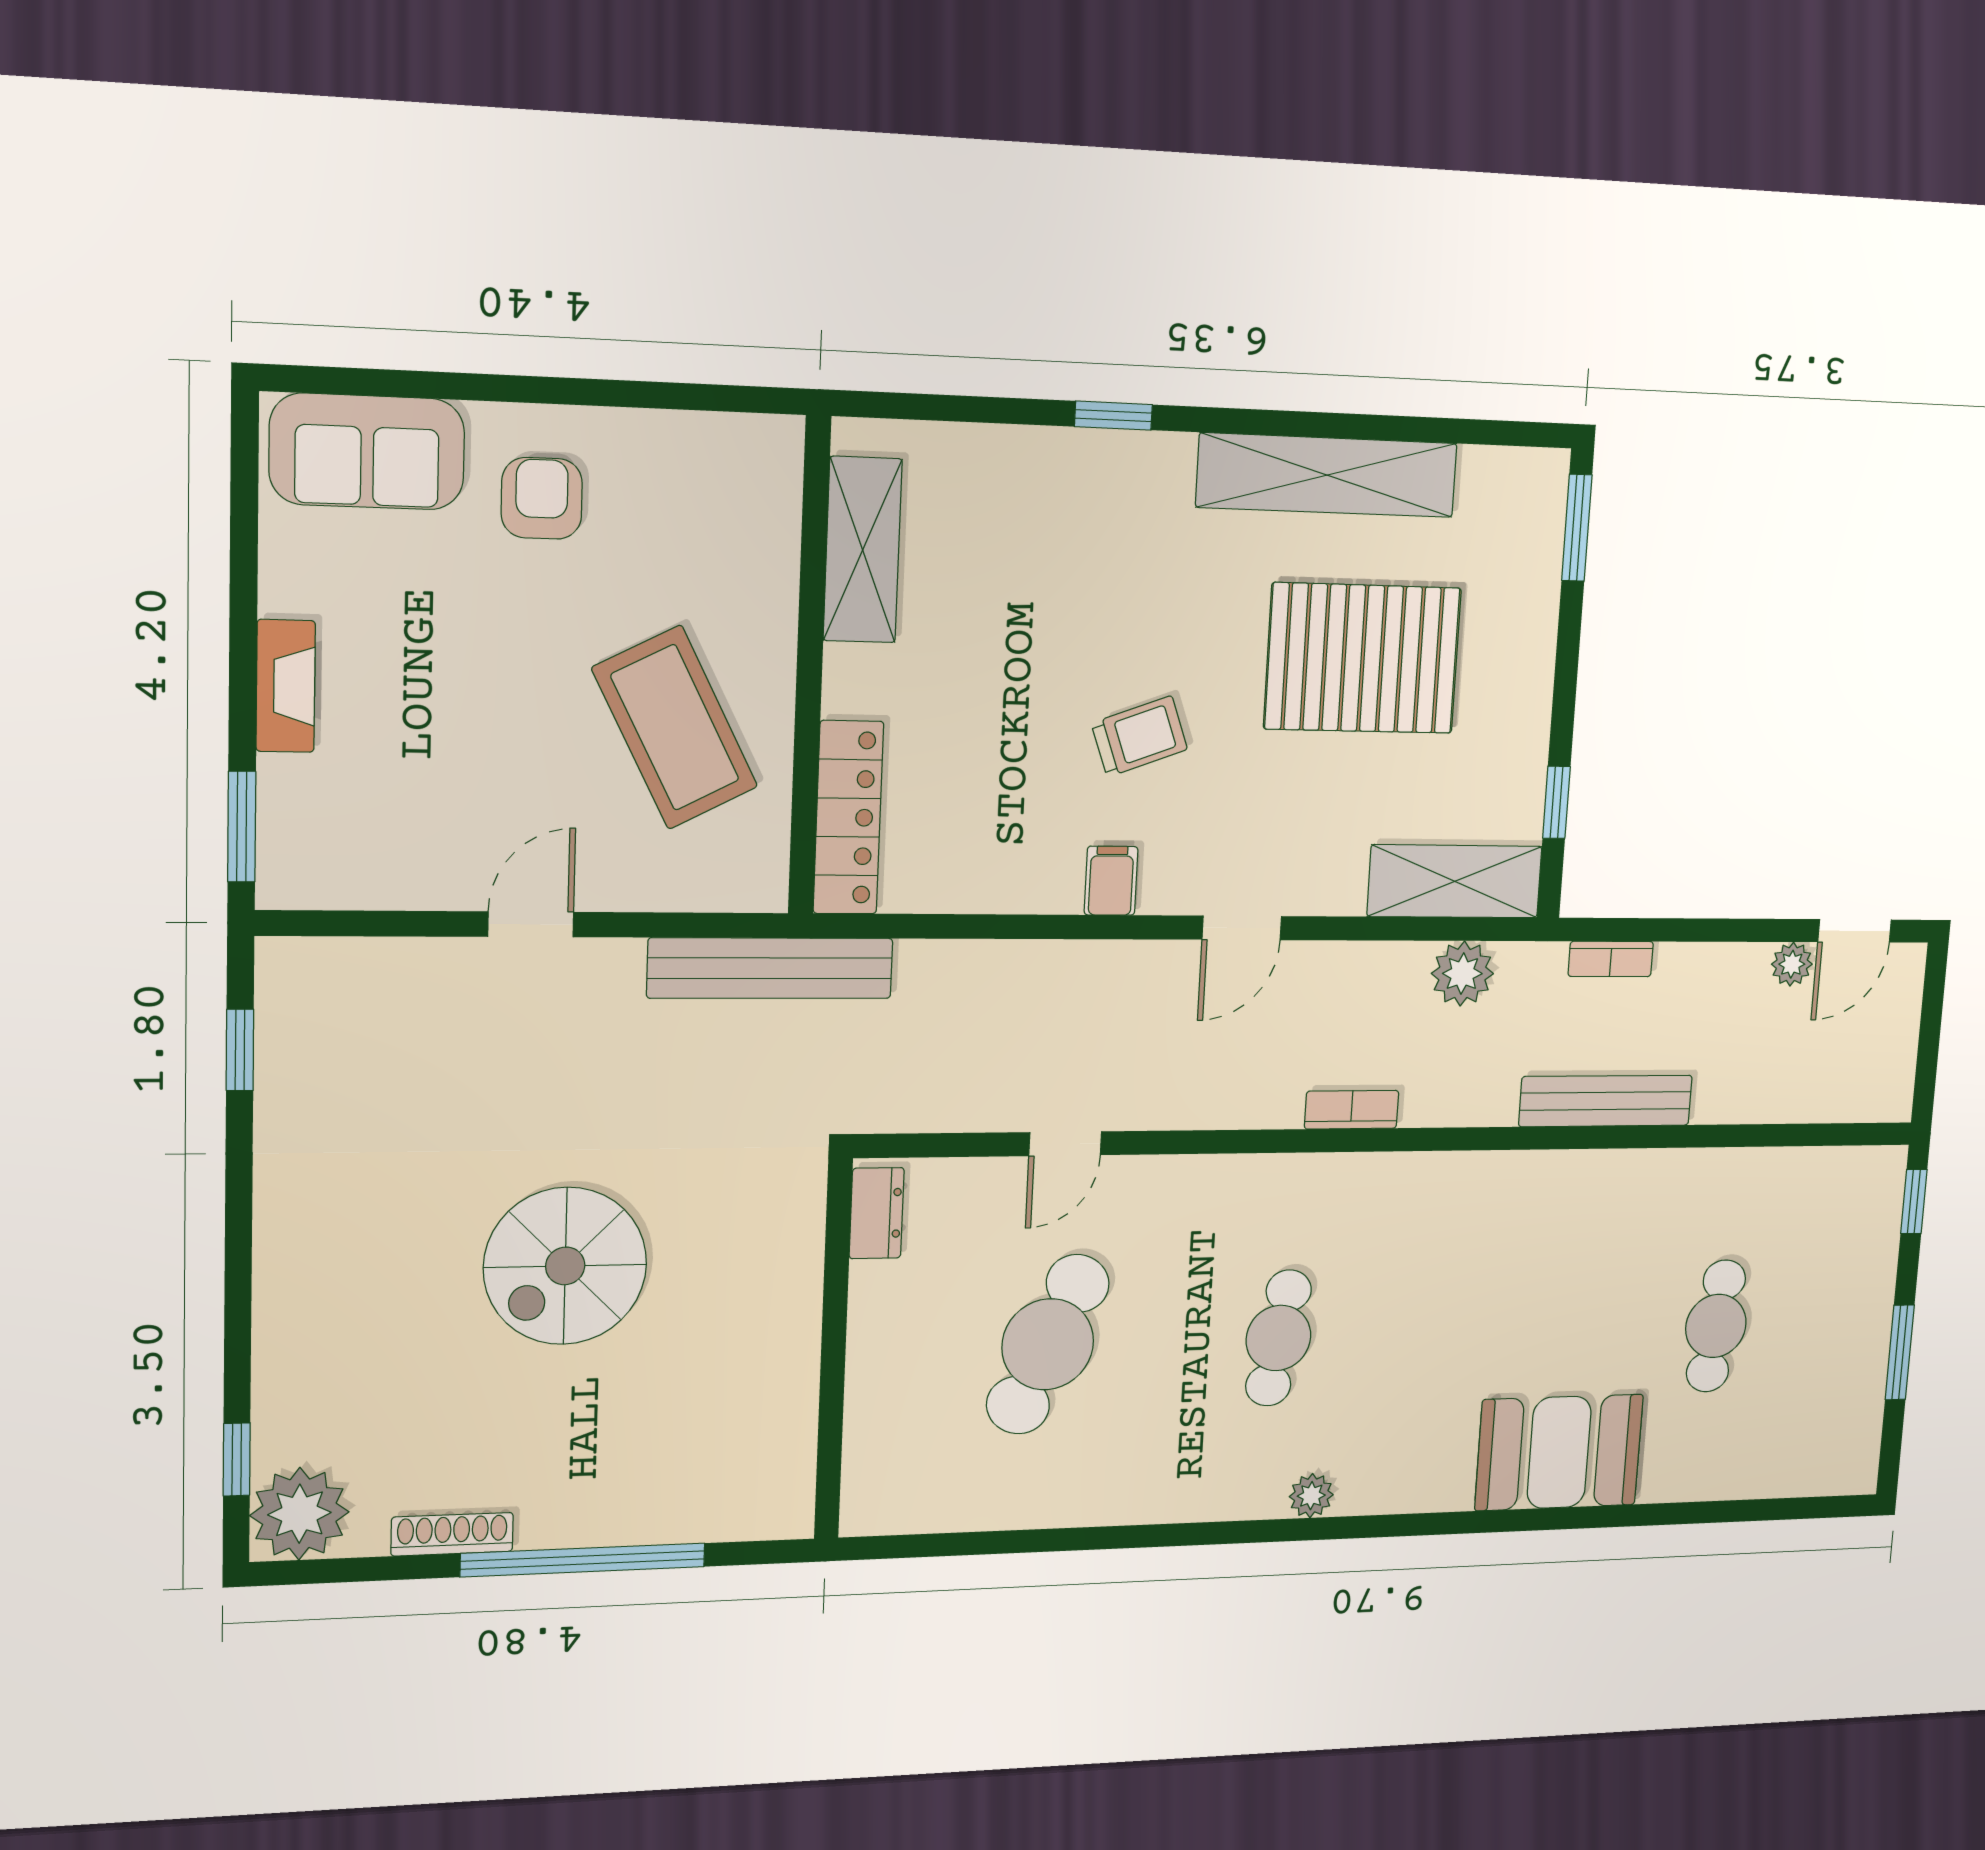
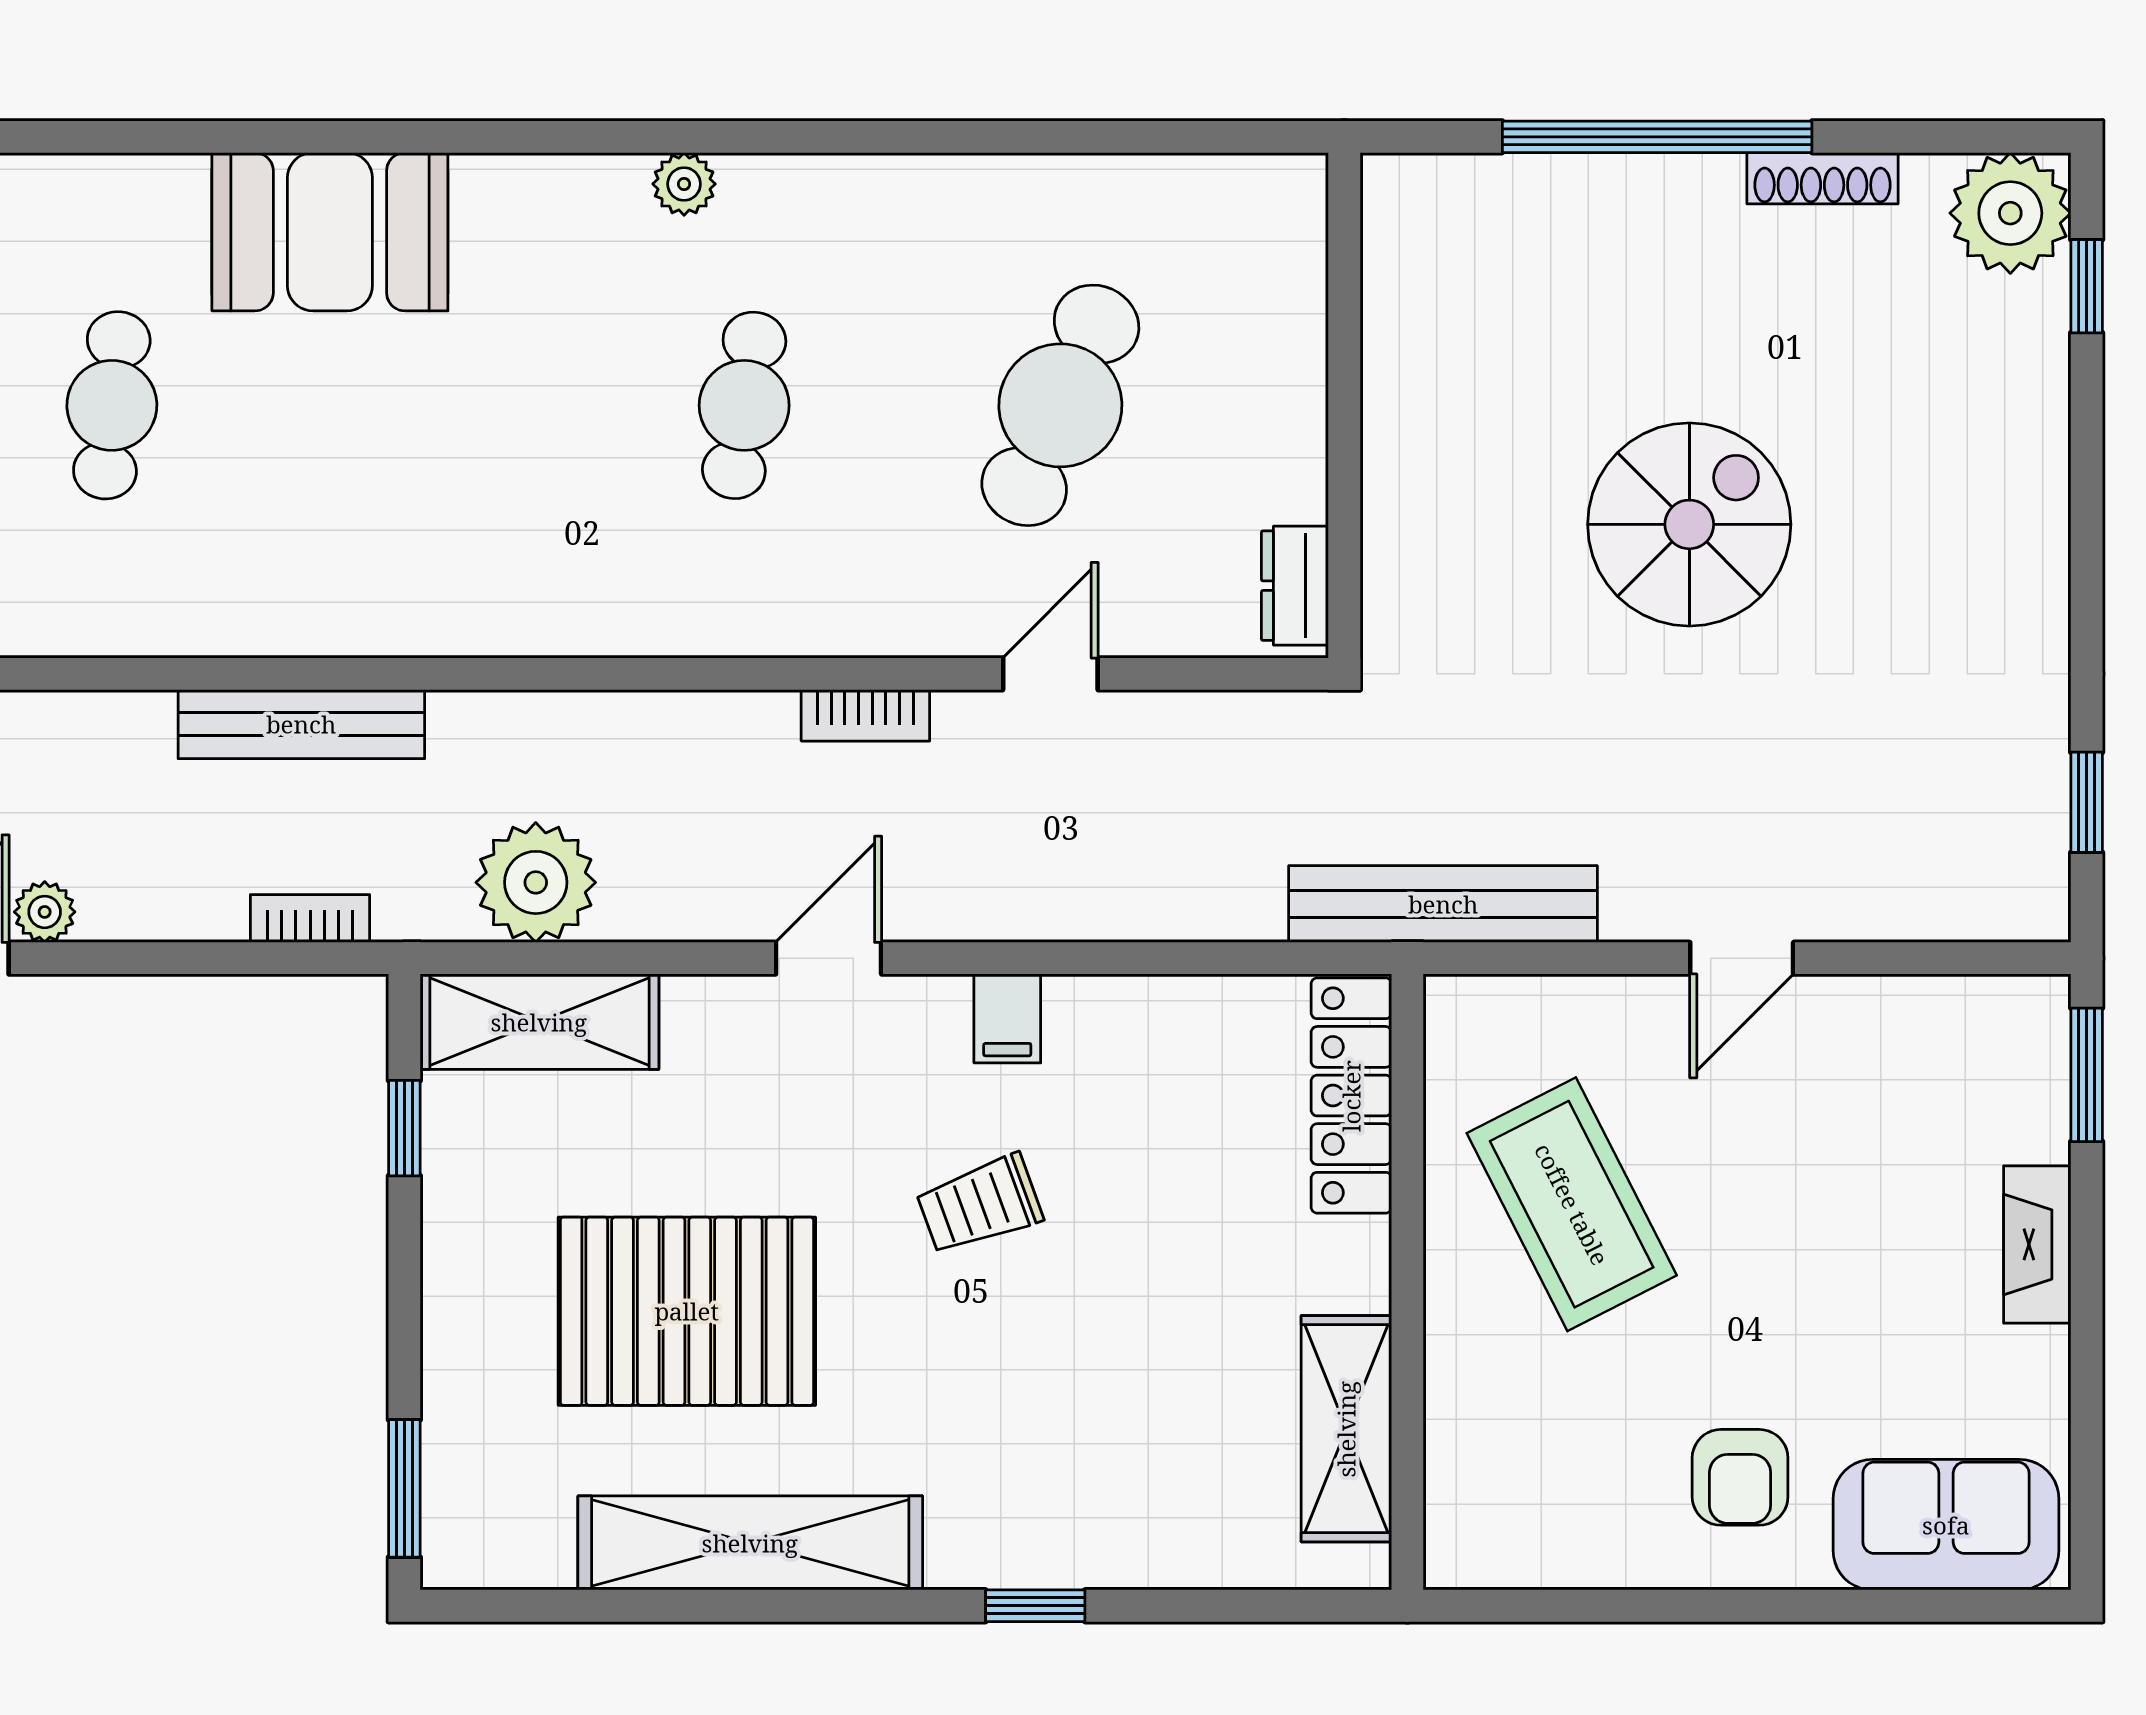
plant: (1462, 974) -> (536, 882), width x1.36, depth x1.36
bookcase: (1352, 1110) -> (865, 715), moved

